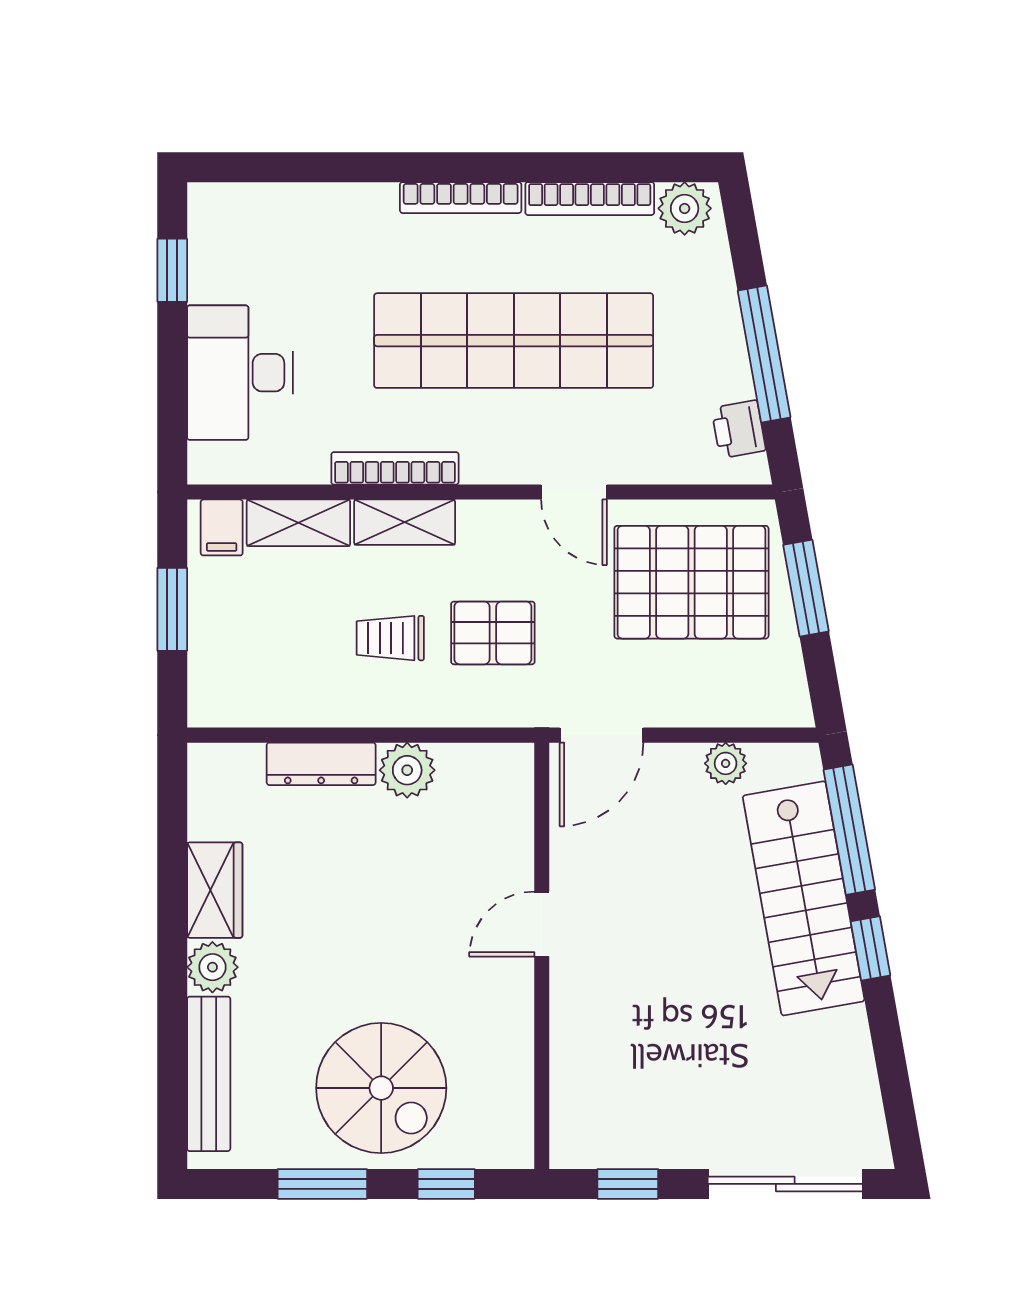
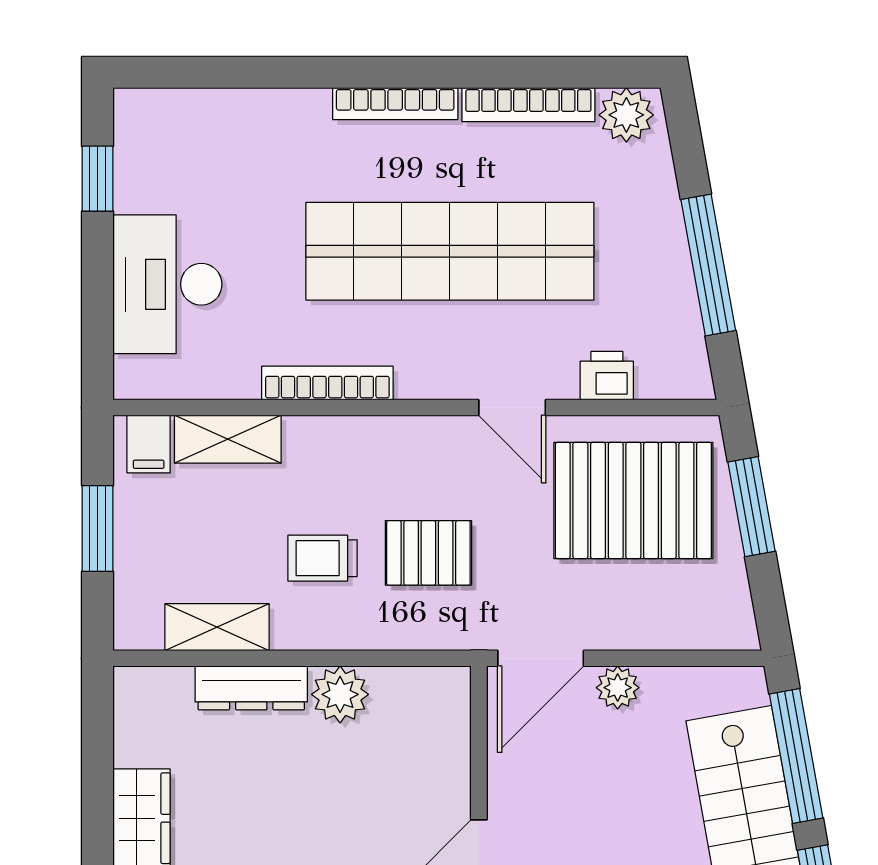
printer: (739, 429) -> (607, 376), moved, turned 100
shelving: (405, 522) -> (217, 627), moved
plant: (726, 763) -> (618, 688), moved

